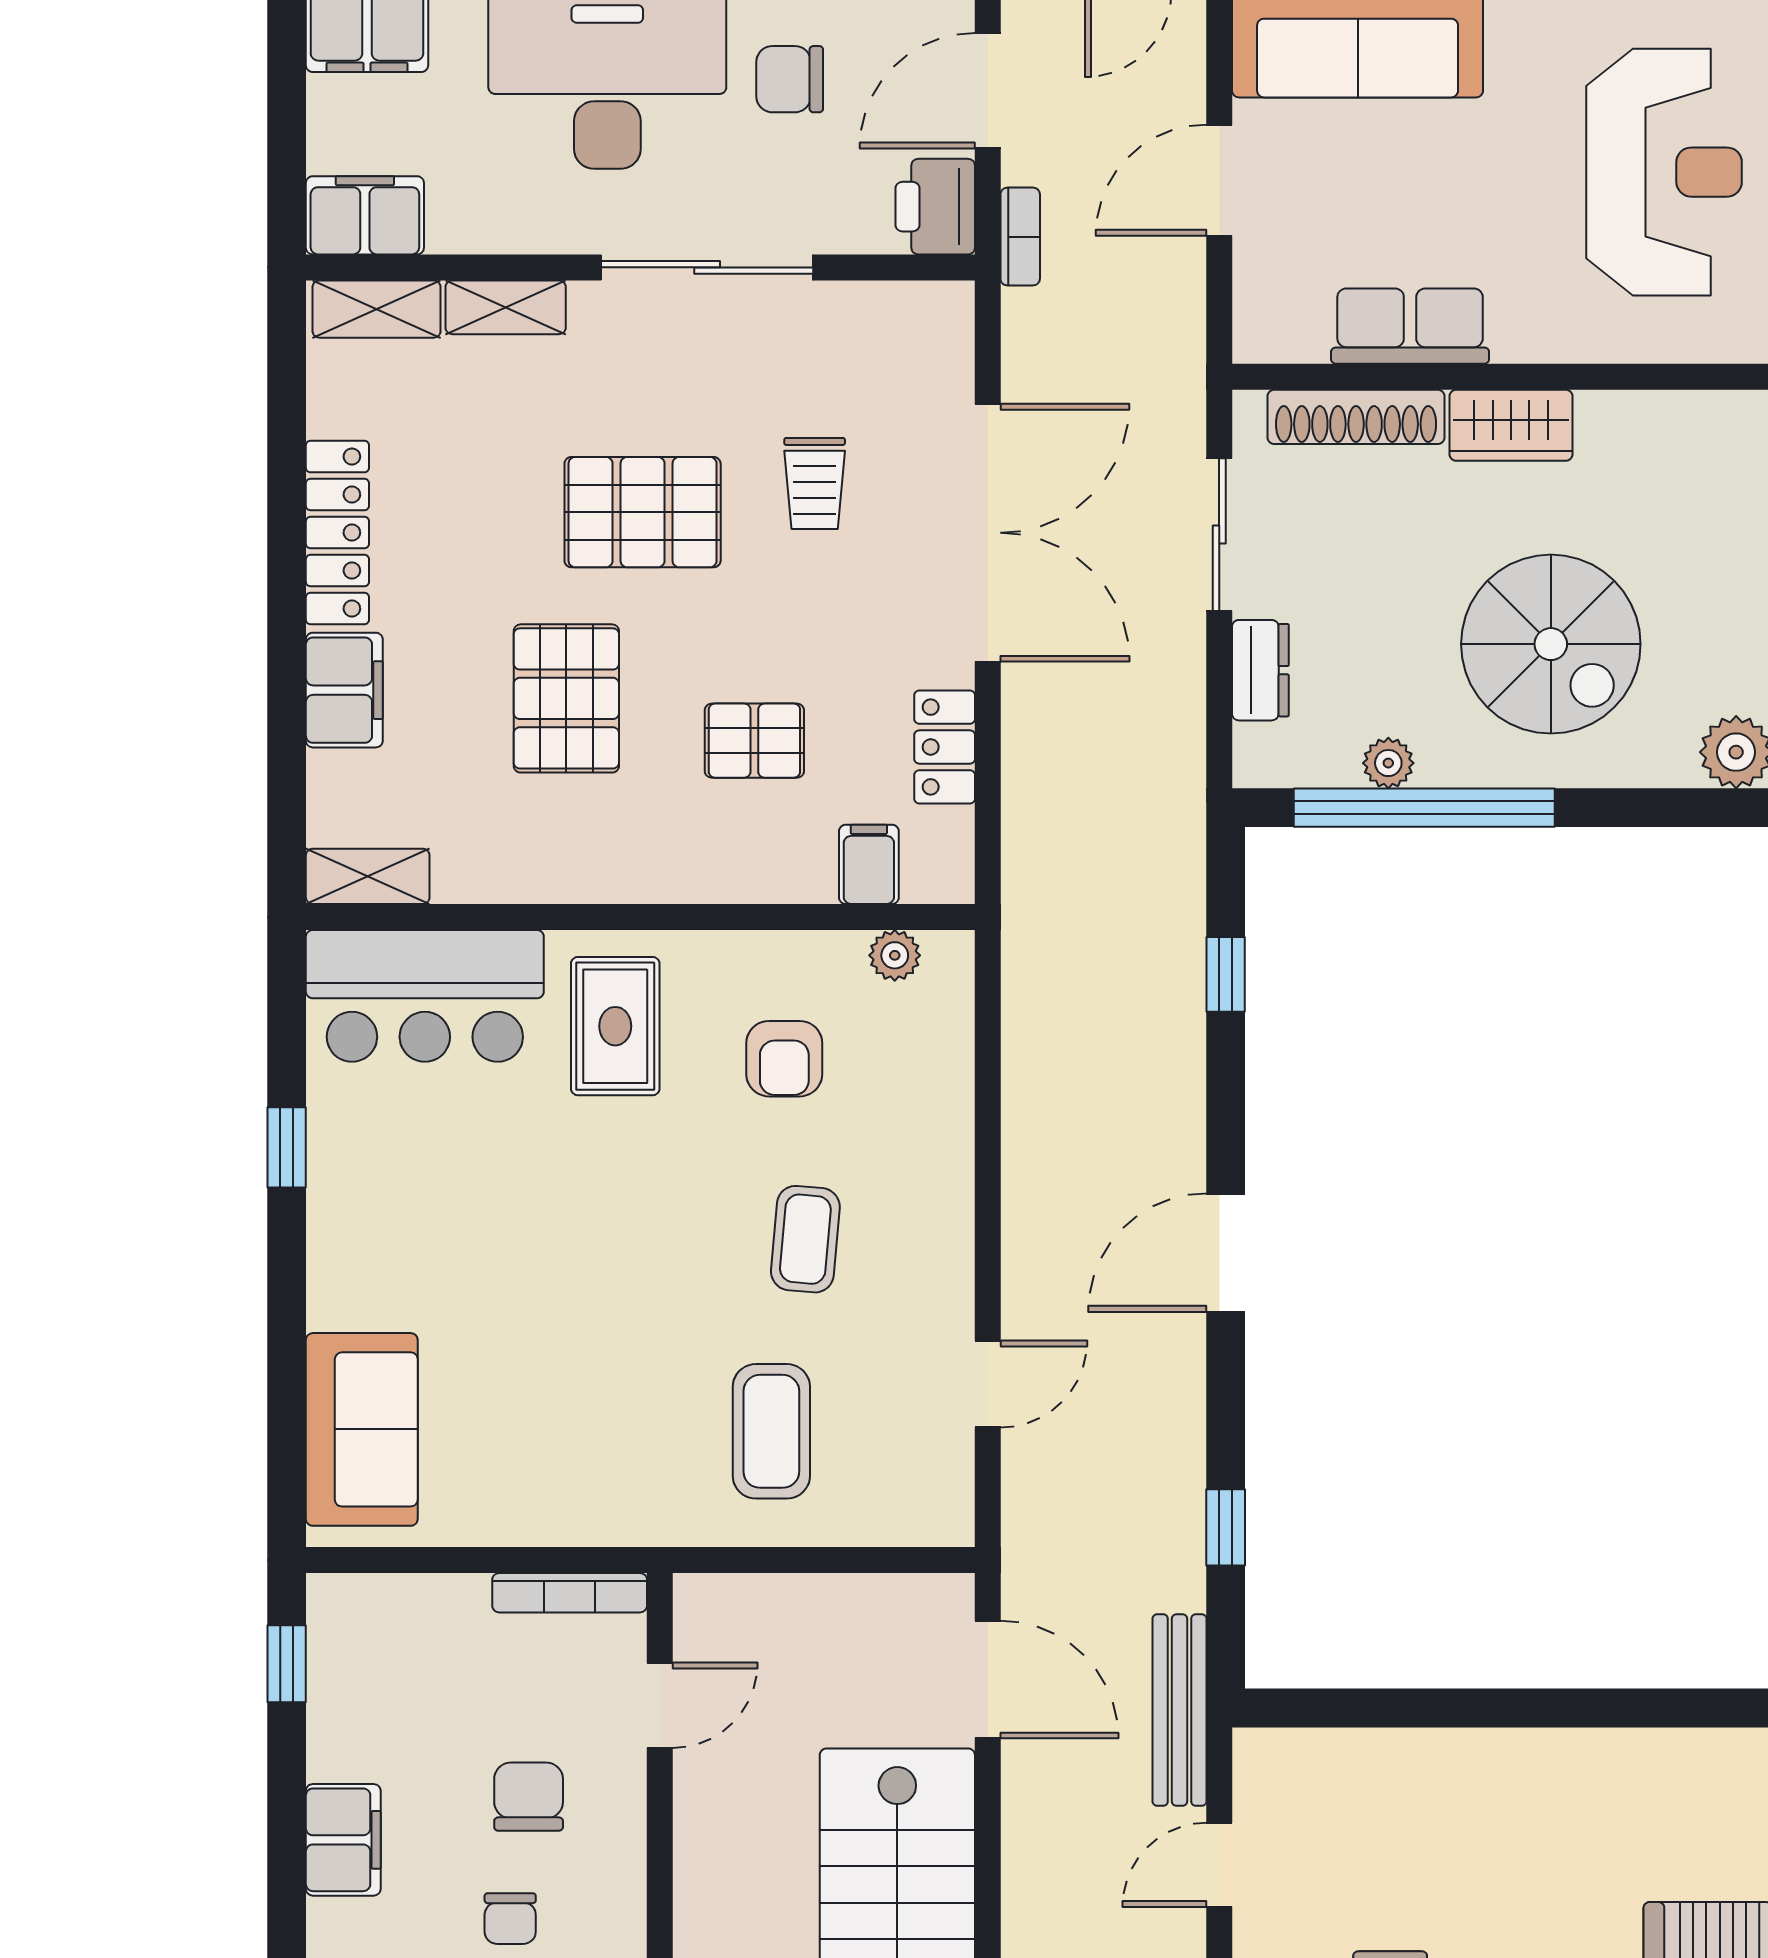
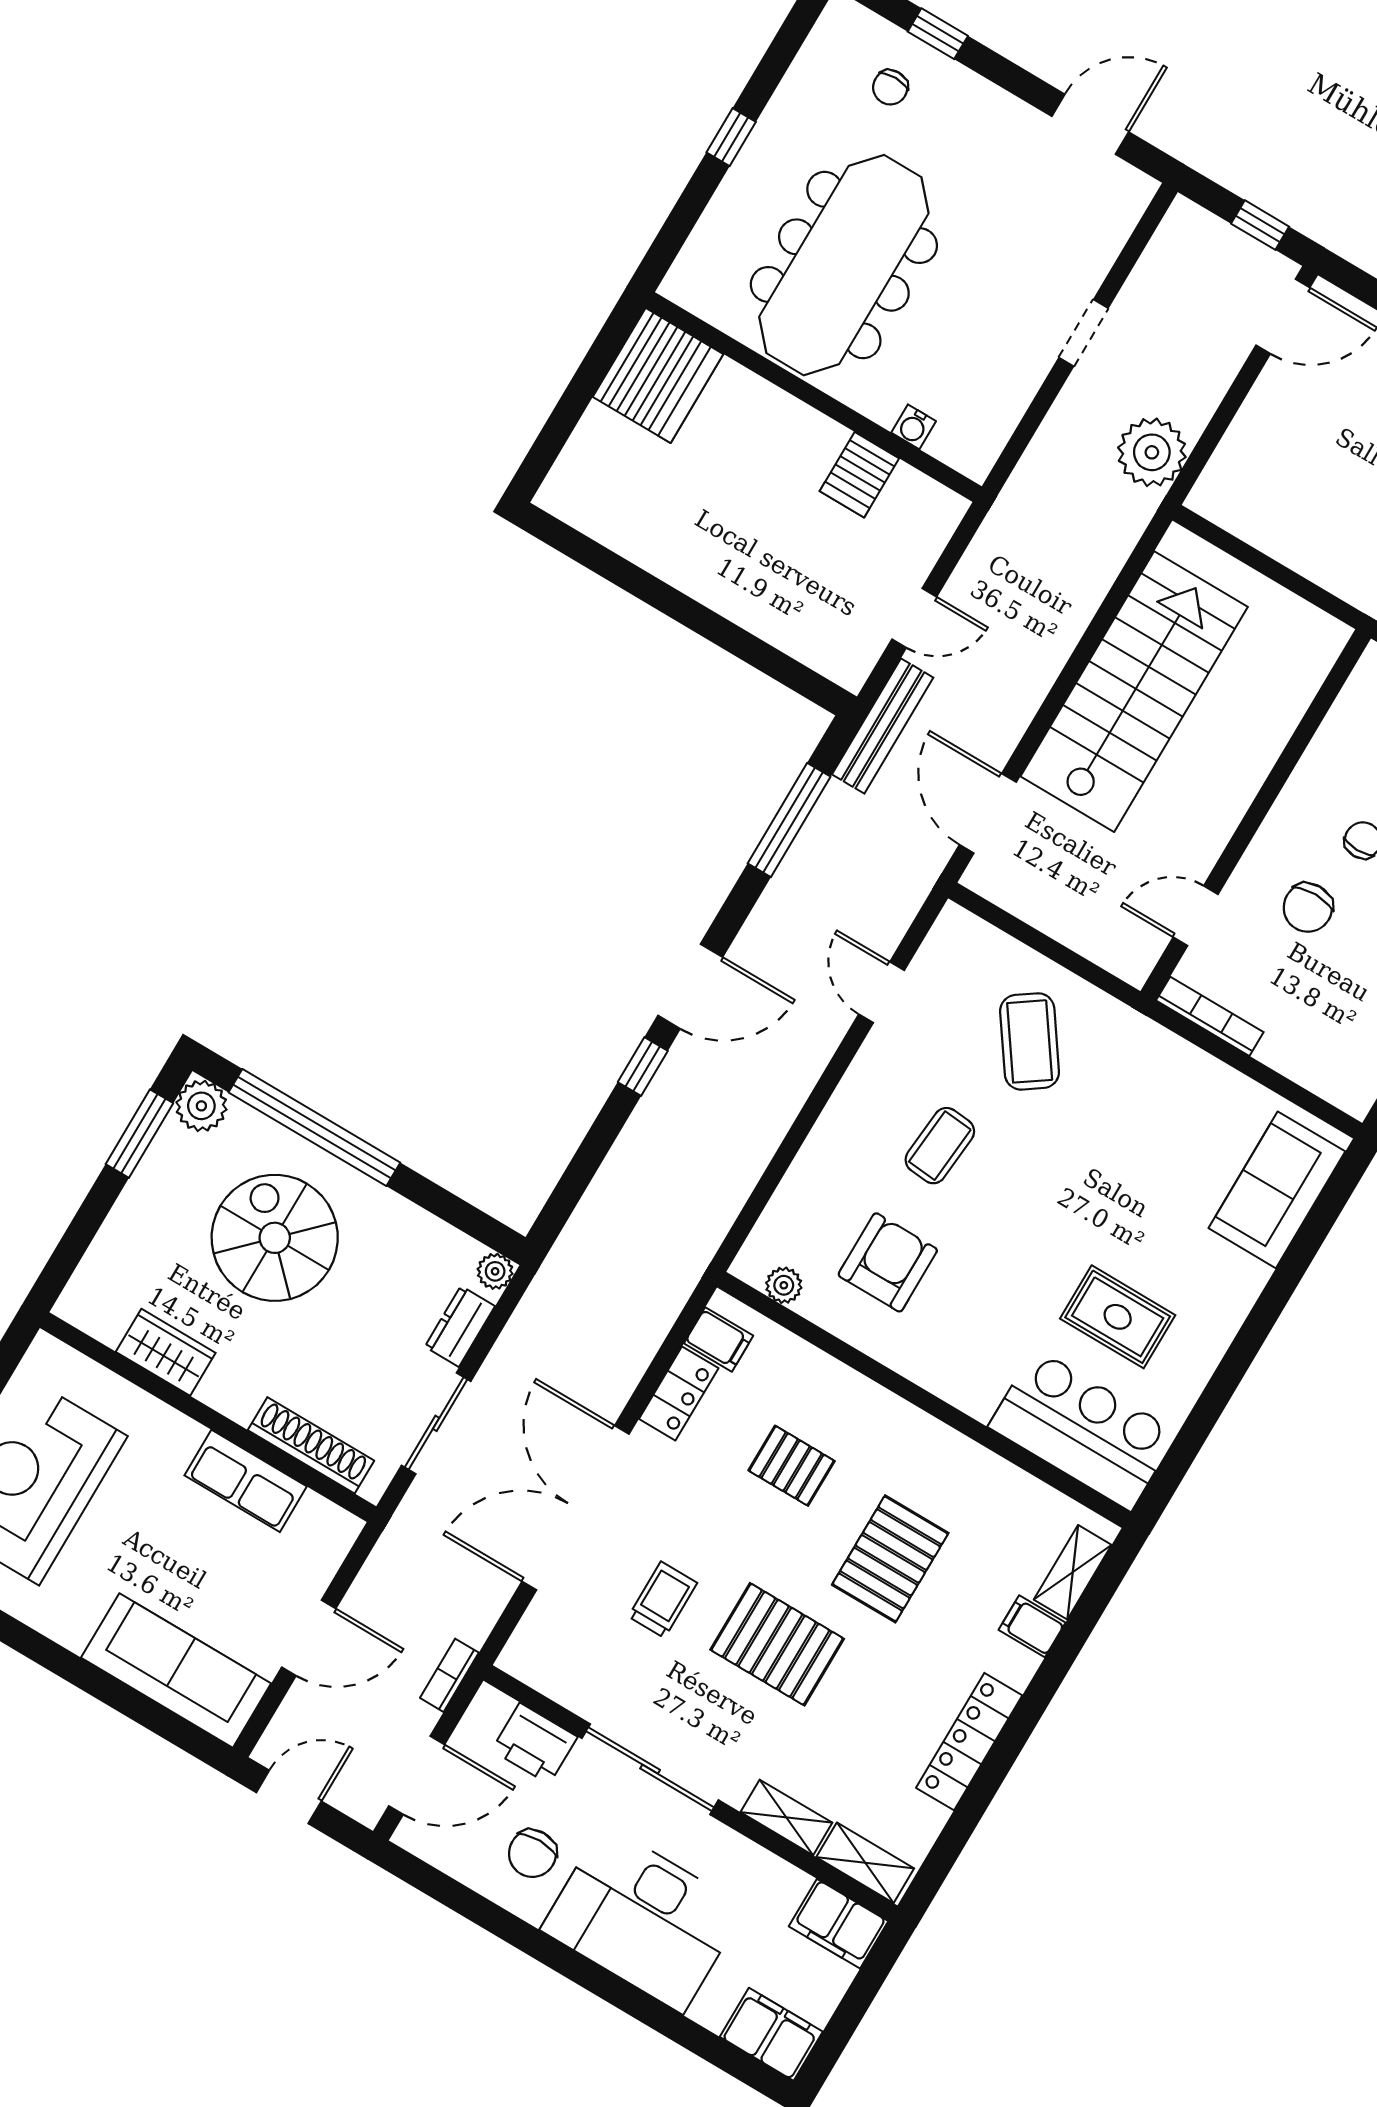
chair: (790, 79) -> (532, 1853), turned 90
printer: (935, 207) -> (534, 1744), moved, turned 90
wardrobe: (1511, 425) -> (166, 1352), moved
filing cabinet: (344, 690) -> (1032, 1626), width x0.50
plant: (1388, 763) -> (495, 1271), moved
window: (1424, 808) -> (314, 1127), moved
filing cabinet: (869, 864) -> (719, 1339), moved, turned -90
shelving: (368, 876) -> (1073, 1572), moved, turned 90
window: (1226, 974) -> (643, 1066), moved
rug: (615, 1026) -> (1118, 1317), moved, turned 90
armchair: (784, 1059) -> (888, 1262), width x1.38, depth x1.38
window: (287, 1147) -> (1221, 1388), removed
door: (988, 1384) -> (882, 992), hinge flipped
coffee table: (771, 1431) -> (1030, 1041), turned -35
window: (1226, 1527) -> (789, 820), width x2.17

